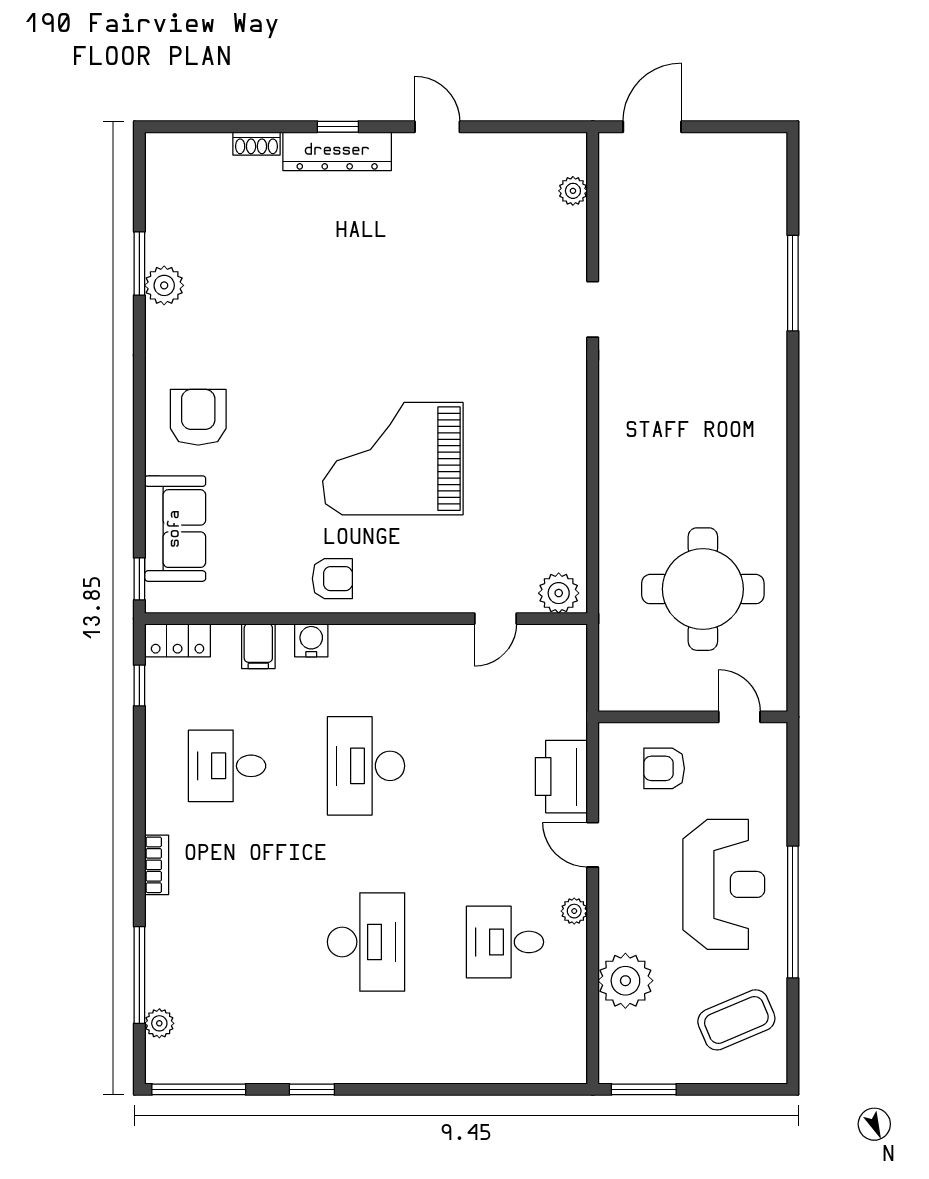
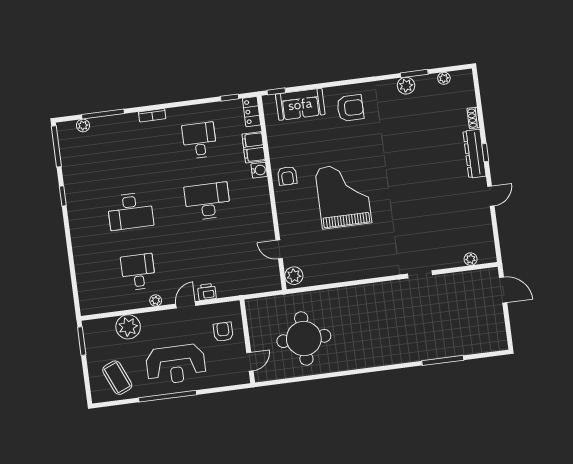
plant: (159, 198) -> (444, 78), added
filing cabinet: (258, 646) -> (254, 147), width x2.00
printer: (561, 777) -> (207, 292), width x0.53, depth x0.68

